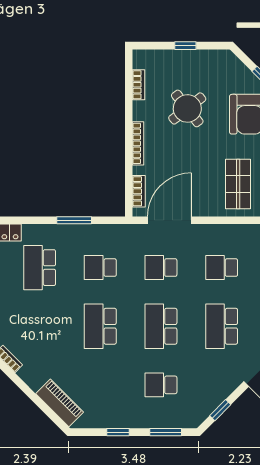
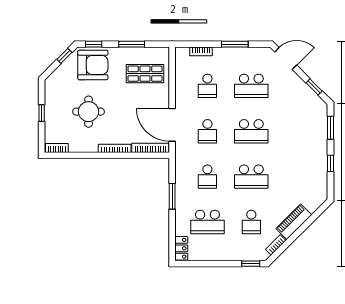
bookcase: (139, 85) -> (57, 148), moved
round table: (187, 108) -> (89, 112), turned 38
bookcase: (139, 191) -> (150, 148), width x1.56
school desk: (161, 385) -> (251, 222), moved
piano: (60, 403) -> (294, 222), moved

